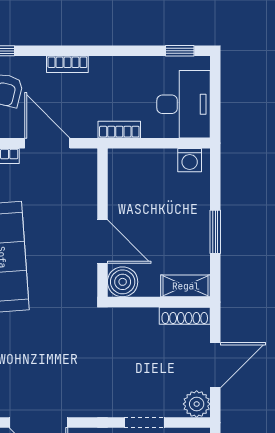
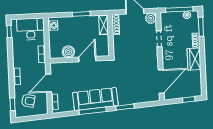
boiler: (123, 282) -> (68, 52), moved

